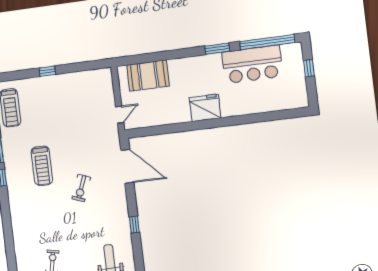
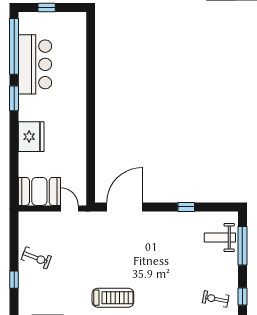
booth: (148, 76) -> (39, 191), moved, turned 90
fridge: (205, 108) -> (31, 137), moved, turned 180
exercise bike: (81, 188) -> (36, 258), moved

